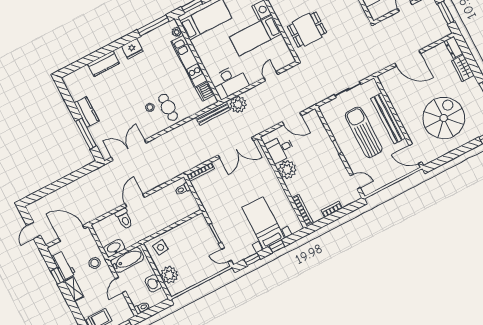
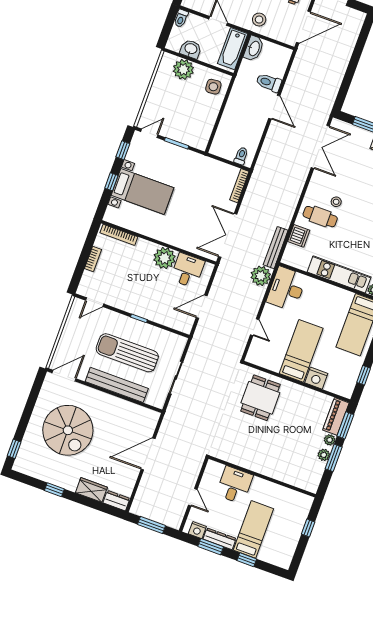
dishwasher: (205, 91) -> (299, 236), moved, turned 90
sun lounger: (364, 132) -> (127, 353), turned 180

